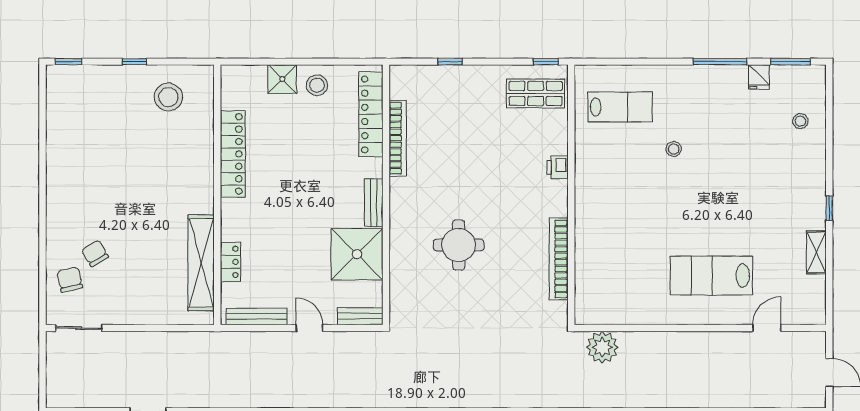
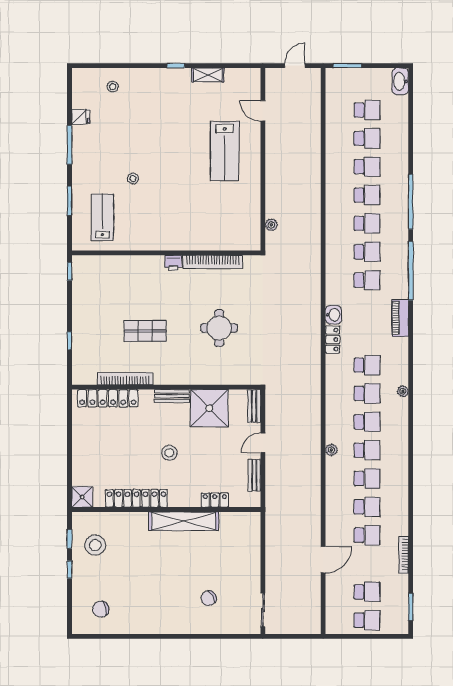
window: (68, 62) -> (70, 539), moved
window: (791, 62) -> (70, 201), moved
shower: (282, 79) -> (82, 497), moved
stool: (317, 85) -> (169, 453), moved
shop shelf: (536, 93) -> (145, 331), moved, turned 90
printer: (558, 167) -> (173, 263), moved
round table: (459, 245) -> (219, 328), moved
shelving: (201, 263) -> (184, 521), moved
chair: (70, 280) -> (101, 609), moved
bench: (257, 316) -> (254, 475), width x0.73
plant: (602, 347) -> (271, 225), width x0.53, depth x0.53

